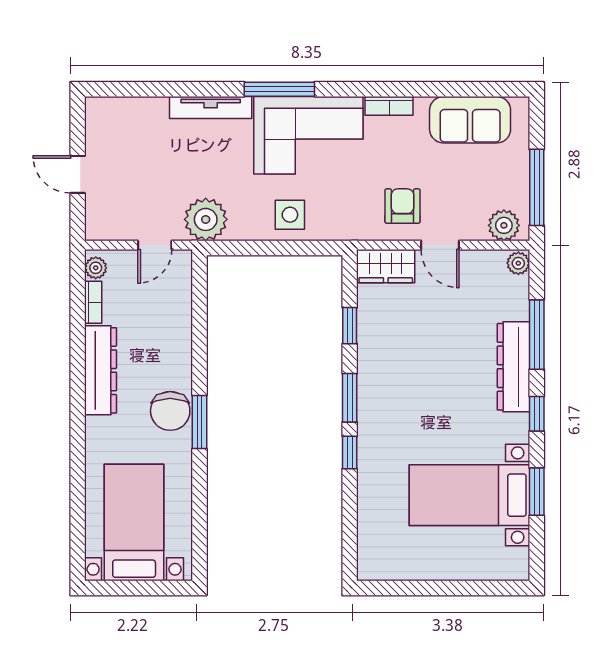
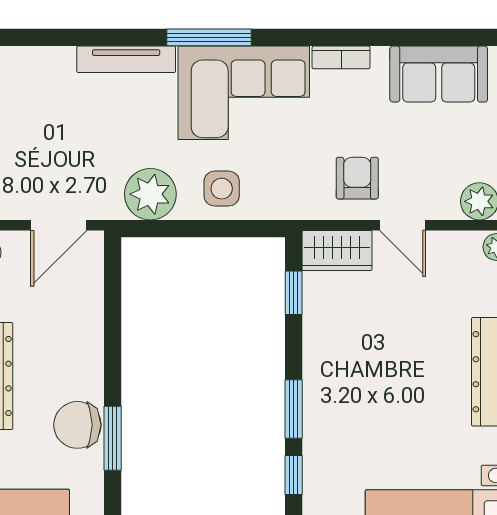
plant: (206, 219) -> (150, 194), moved
door: (155, 245) -> (59, 225), width x1.38
window: (350, 326) -> (294, 293), moved
chair: (170, 411) -> (77, 425), turned 90

